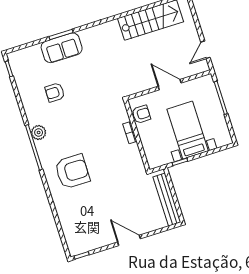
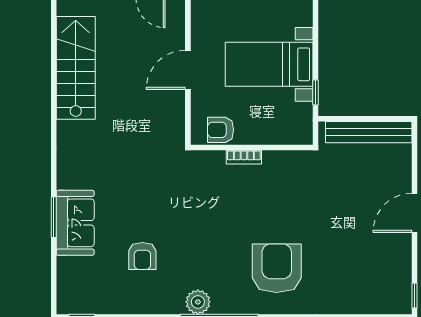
armchair: (141, 114) -> (221, 130), turned -90

